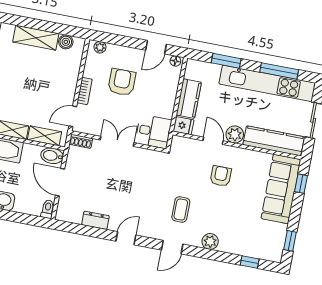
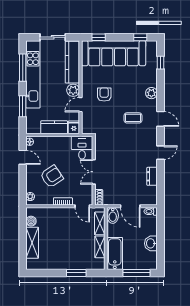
armchair: (122, 82) -> (52, 176), turned 146
armchair: (221, 176) -> (104, 94), turned 90
door: (60, 182) -> (130, 206), hinge flipped
sofa: (281, 189) -> (114, 53), width x1.36, depth x1.27
door: (126, 238) -> (161, 153), swing flipped

